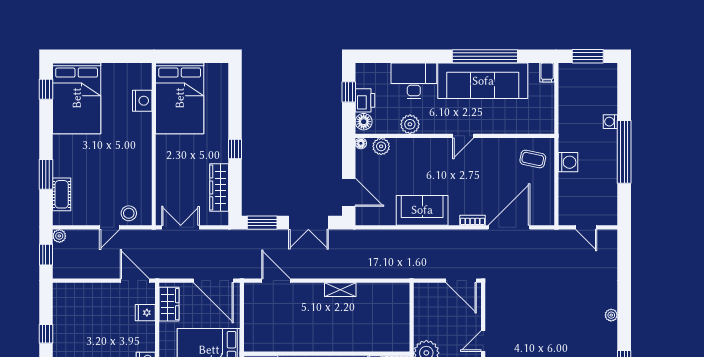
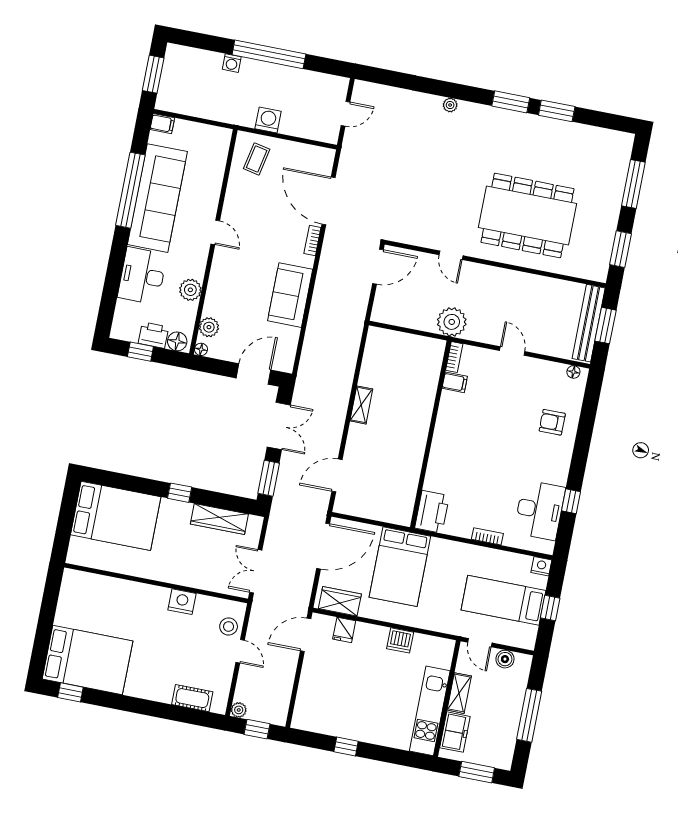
bed: (180, 98) -> (116, 516), moved
nightstand: (142, 101) -> (182, 602), moved
window: (46, 174) -> (166, 711), removed

